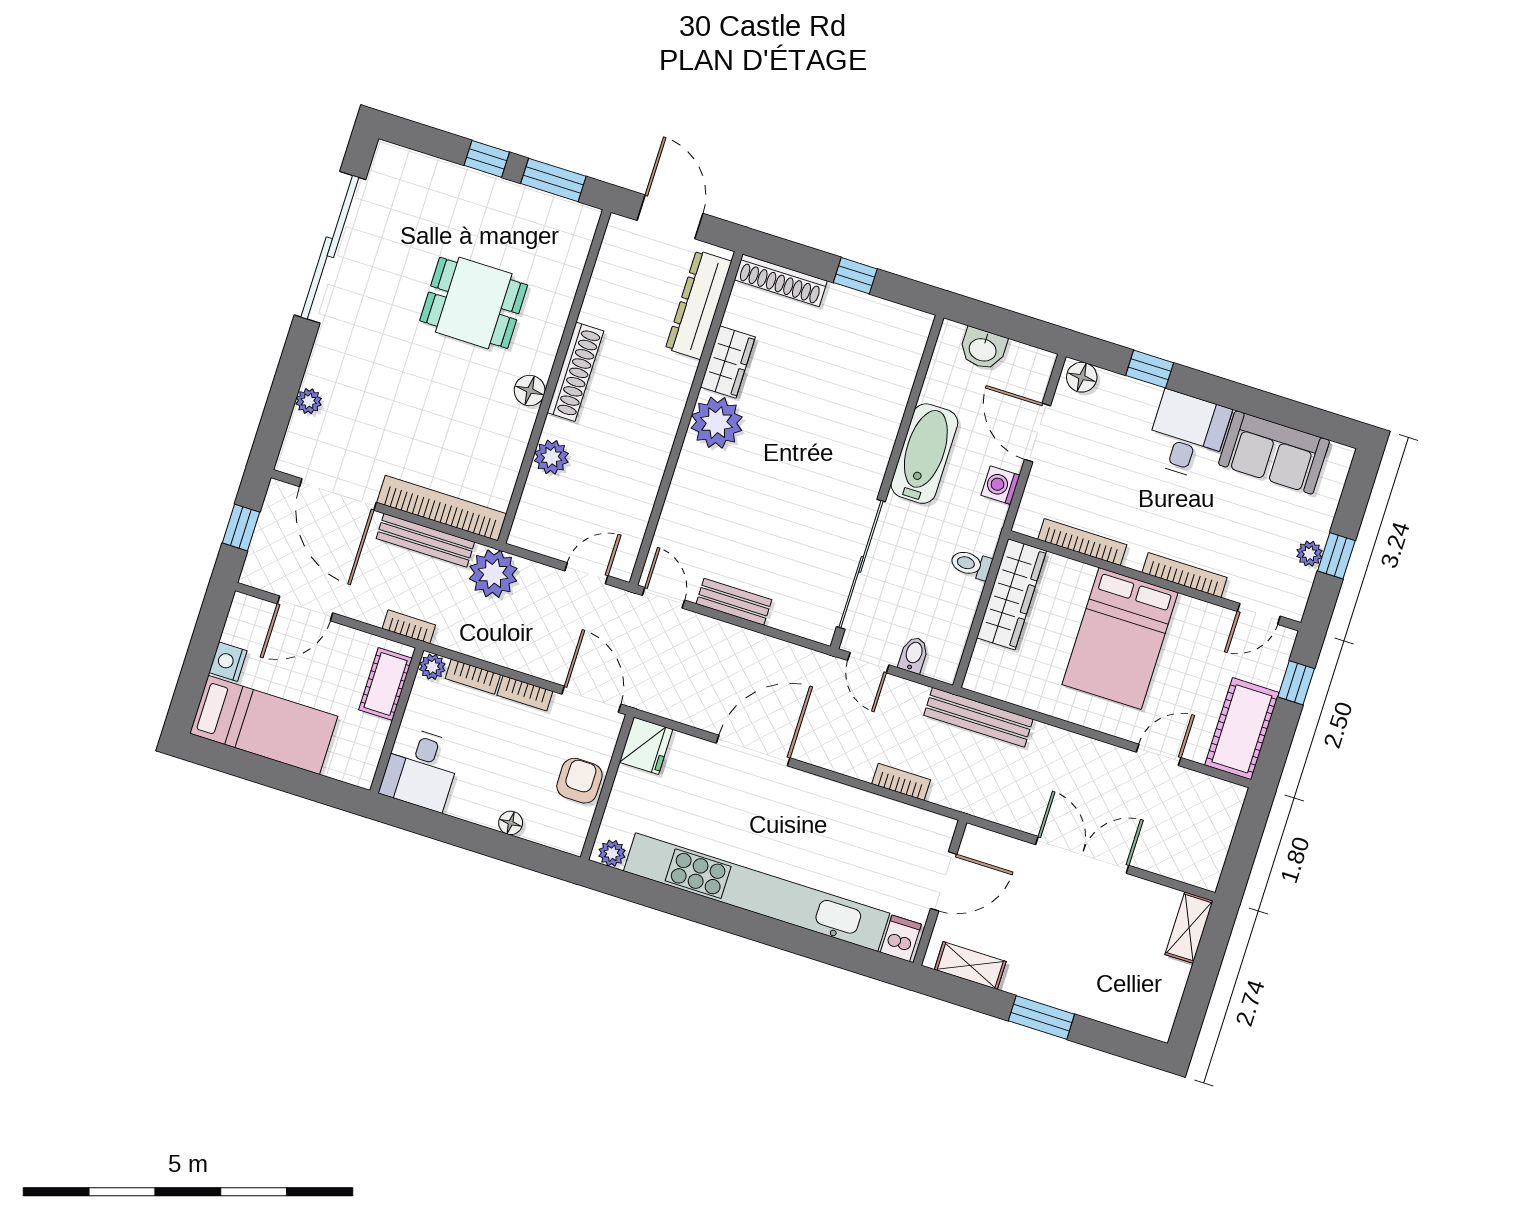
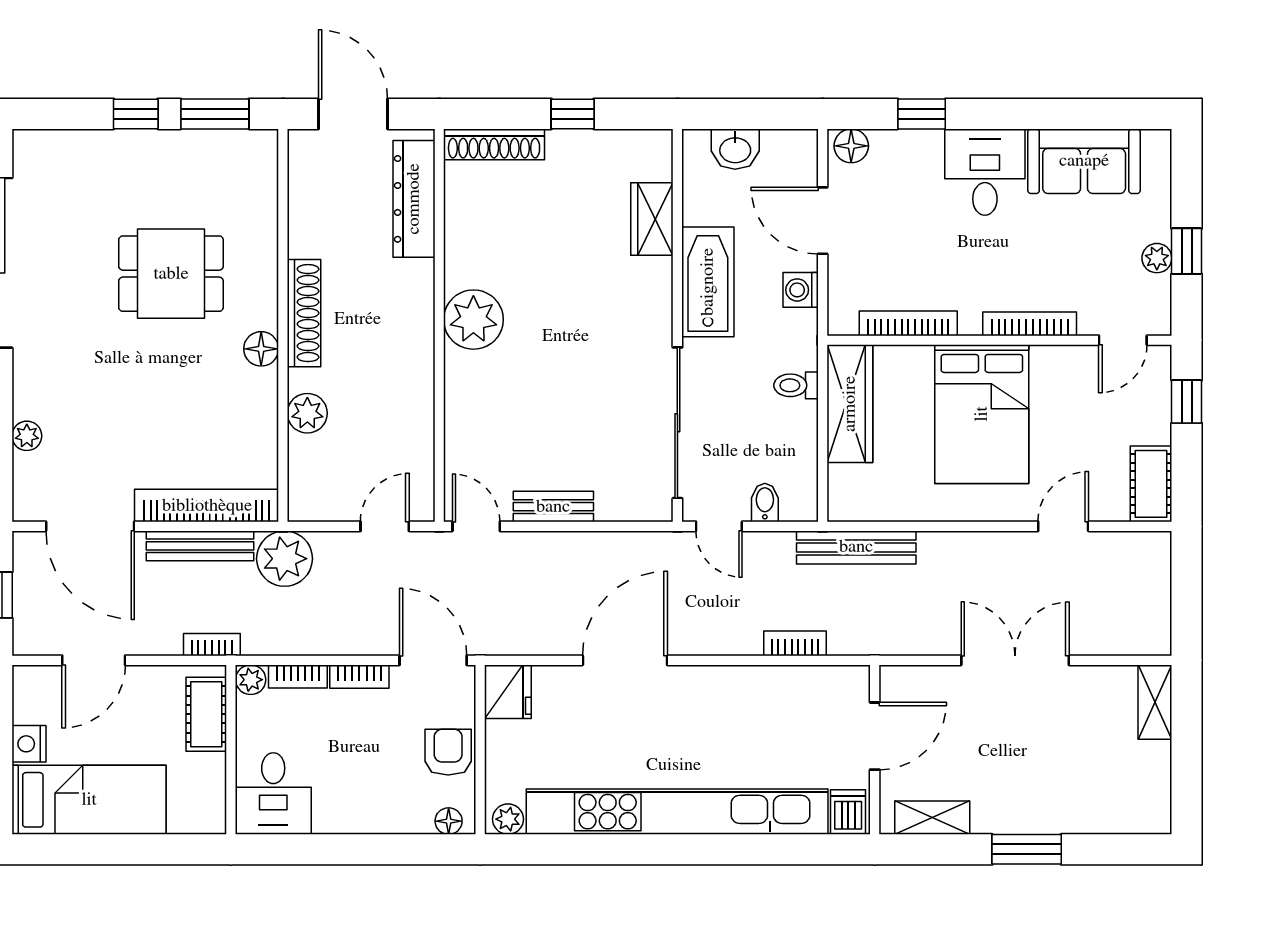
wardrobe: (728, 362) -> (652, 219), moved, turned 180
cot: (1242, 729) -> (1151, 484), width x0.73, depth x0.75
floor lamp: (511, 823) -> (449, 821), moved

